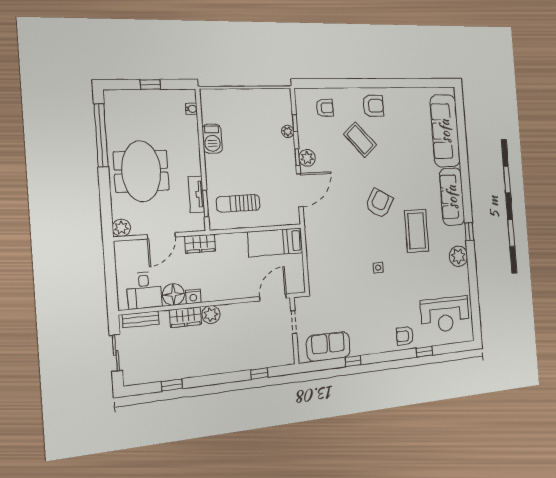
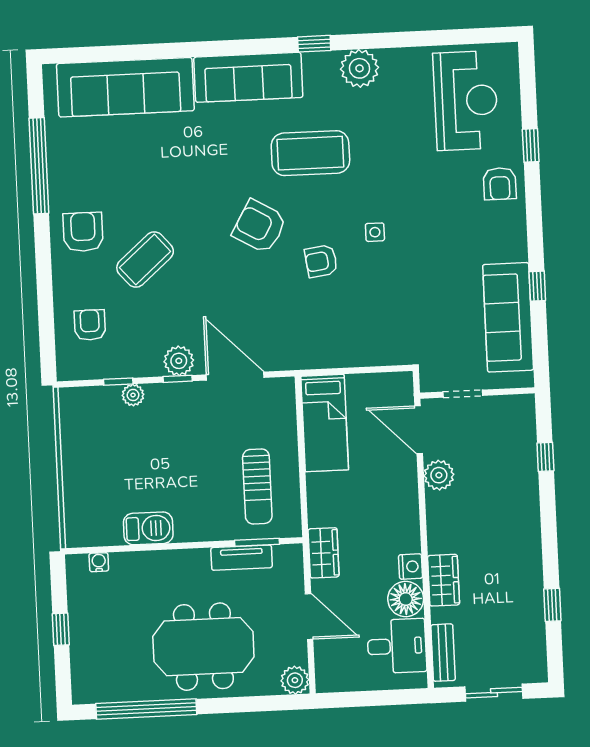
window: (405, 83) -> (39, 166), added
armchair: (362, 238) -> (321, 261), added
plant: (211, 315) -> (439, 475), moved
sofa: (328, 347) -> (508, 317), width x1.36

